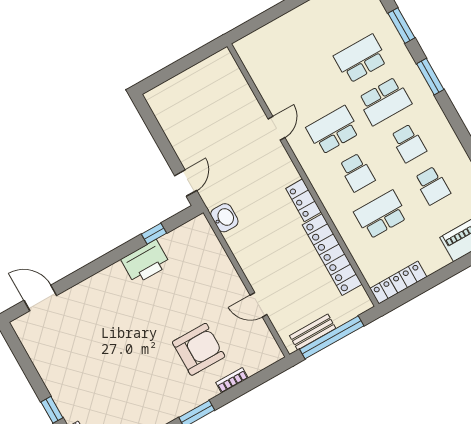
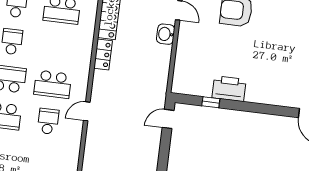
school desk: (357, 172) -> (48, 121), moved
washbasin: (224, 218) -> (166, 34), moved

